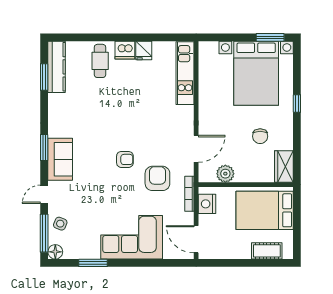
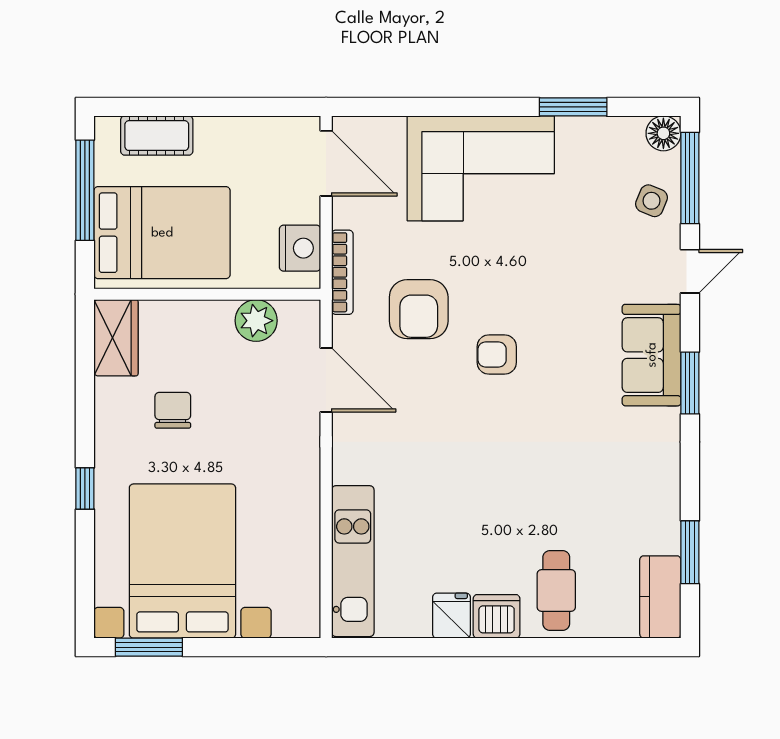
kitchen counter: (57, 67) -> (660, 597), width x0.67
door: (196, 149) -> (326, 380), swing flipped
window: (297, 228) -> (85, 190), added

